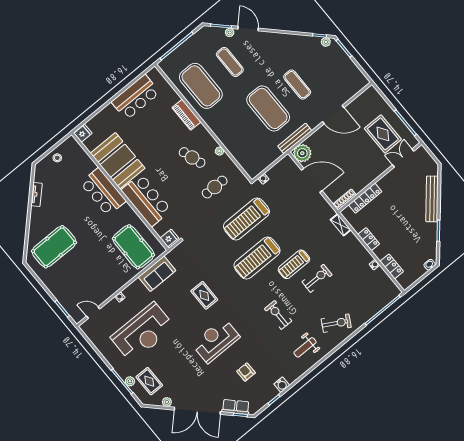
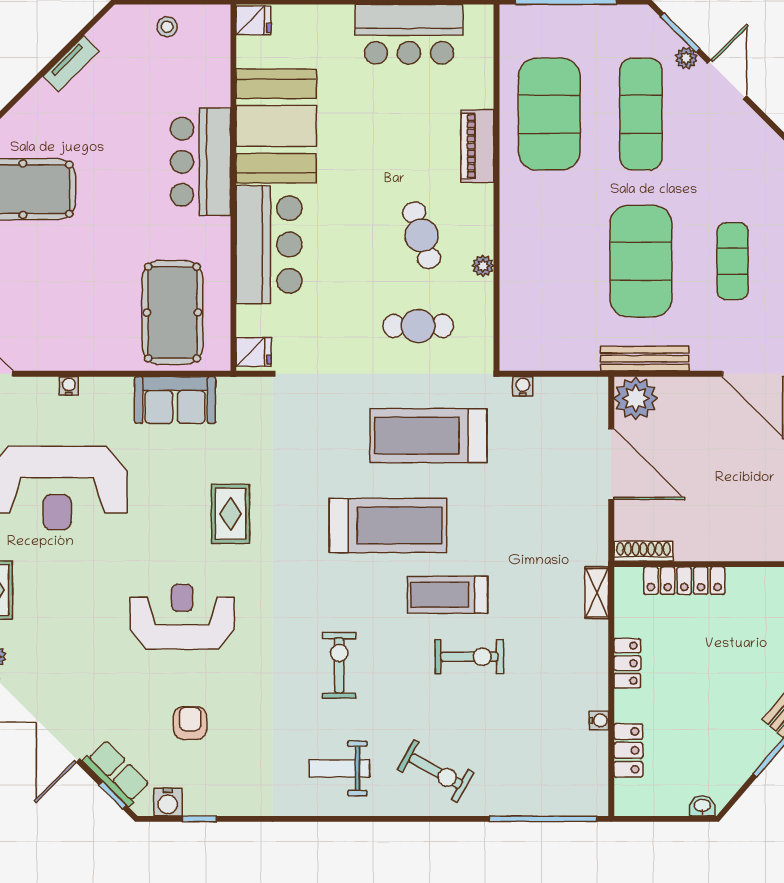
exercise mat: (230, 62) -> (641, 114), width x1.36, depth x1.45
treadmill: (257, 258) -> (388, 525), turned 180
water cooler: (282, 385) -> (168, 802), moved

